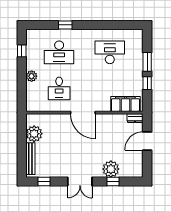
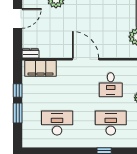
desk: (110, 52) -> (57, 123), turned 180
desk: (59, 88) -> (111, 85), turned 180
door: (147, 141) -> (18, 18), moved

